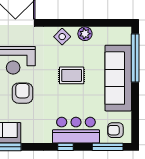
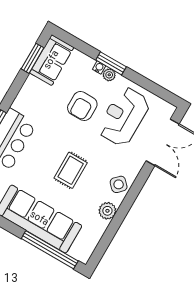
armchair: (22, 93) -> (82, 106), turned 90

